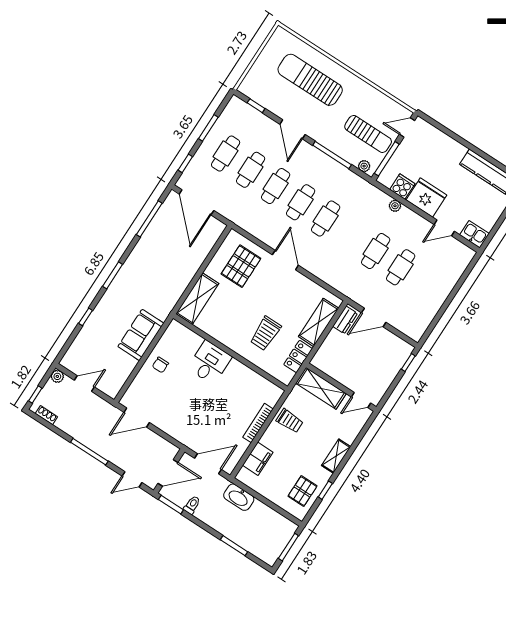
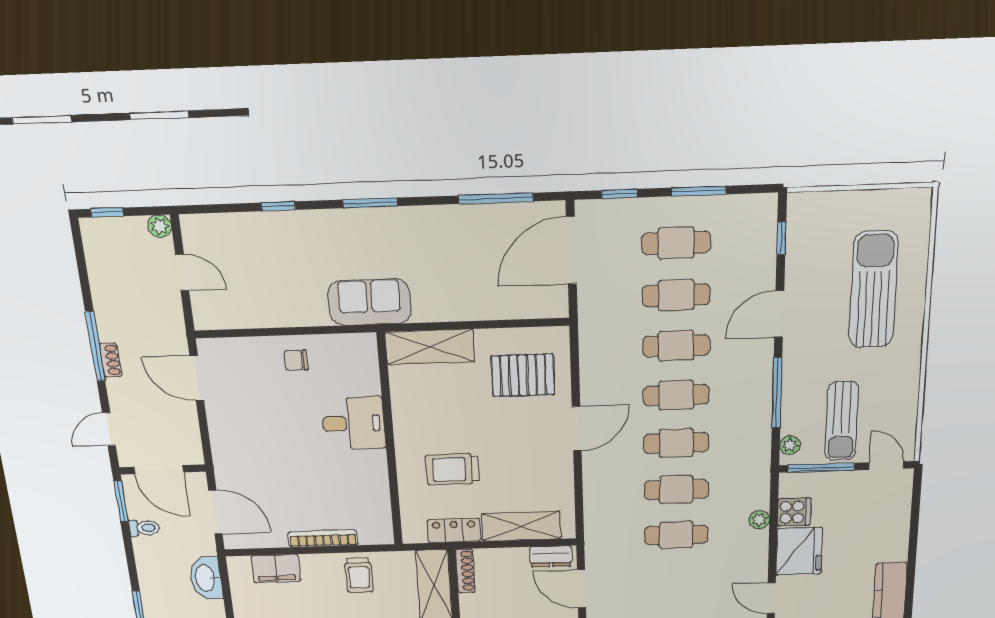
cafe table: (401, 267) -> (676, 490), moved
sofa: (141, 335) -> (370, 302), moved
shoe rack: (324, 367) -> (465, 571), added
shoe rack: (46, 415) -> (110, 360), moved
door: (132, 479) -> (109, 429), hinge flipped

